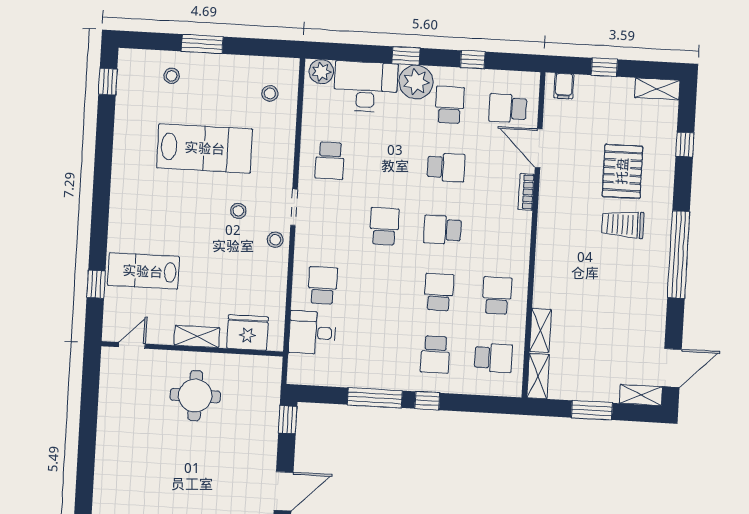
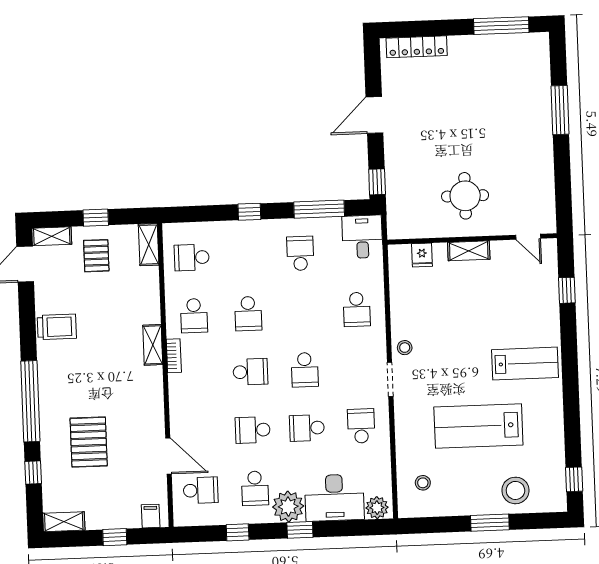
stool: (172, 76) -> (515, 490), width x1.89, depth x1.89
school desk: (388, 164) -> (307, 428), added
bookcase: (526, 192) -> (174, 356), moved
stool: (238, 211) -> (441, 371), removed
trolley: (623, 224) -> (57, 327), moved
window: (679, 255) -> (30, 401), moved
lab bench: (143, 271) -> (525, 364), moved
shelving: (540, 330) -> (153, 345), moved
fridge: (248, 333) -> (422, 255), width x0.53, depth x0.75
desk: (312, 333) -> (362, 237), moved, turned -90
door: (132, 345) -> (528, 237), hinge flipped
school desk: (435, 355) -> (300, 253), moved
pallet: (595, 370) -> (96, 256), added
window: (375, 398) -> (319, 209), moved
window: (592, 410) -> (96, 218), width x0.67
window: (85, 477) -> (560, 110), added

